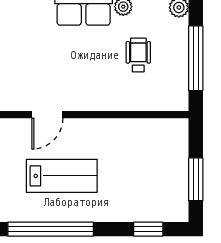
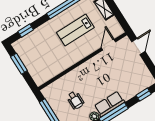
door: (47, 115) -> (108, 45), moved

